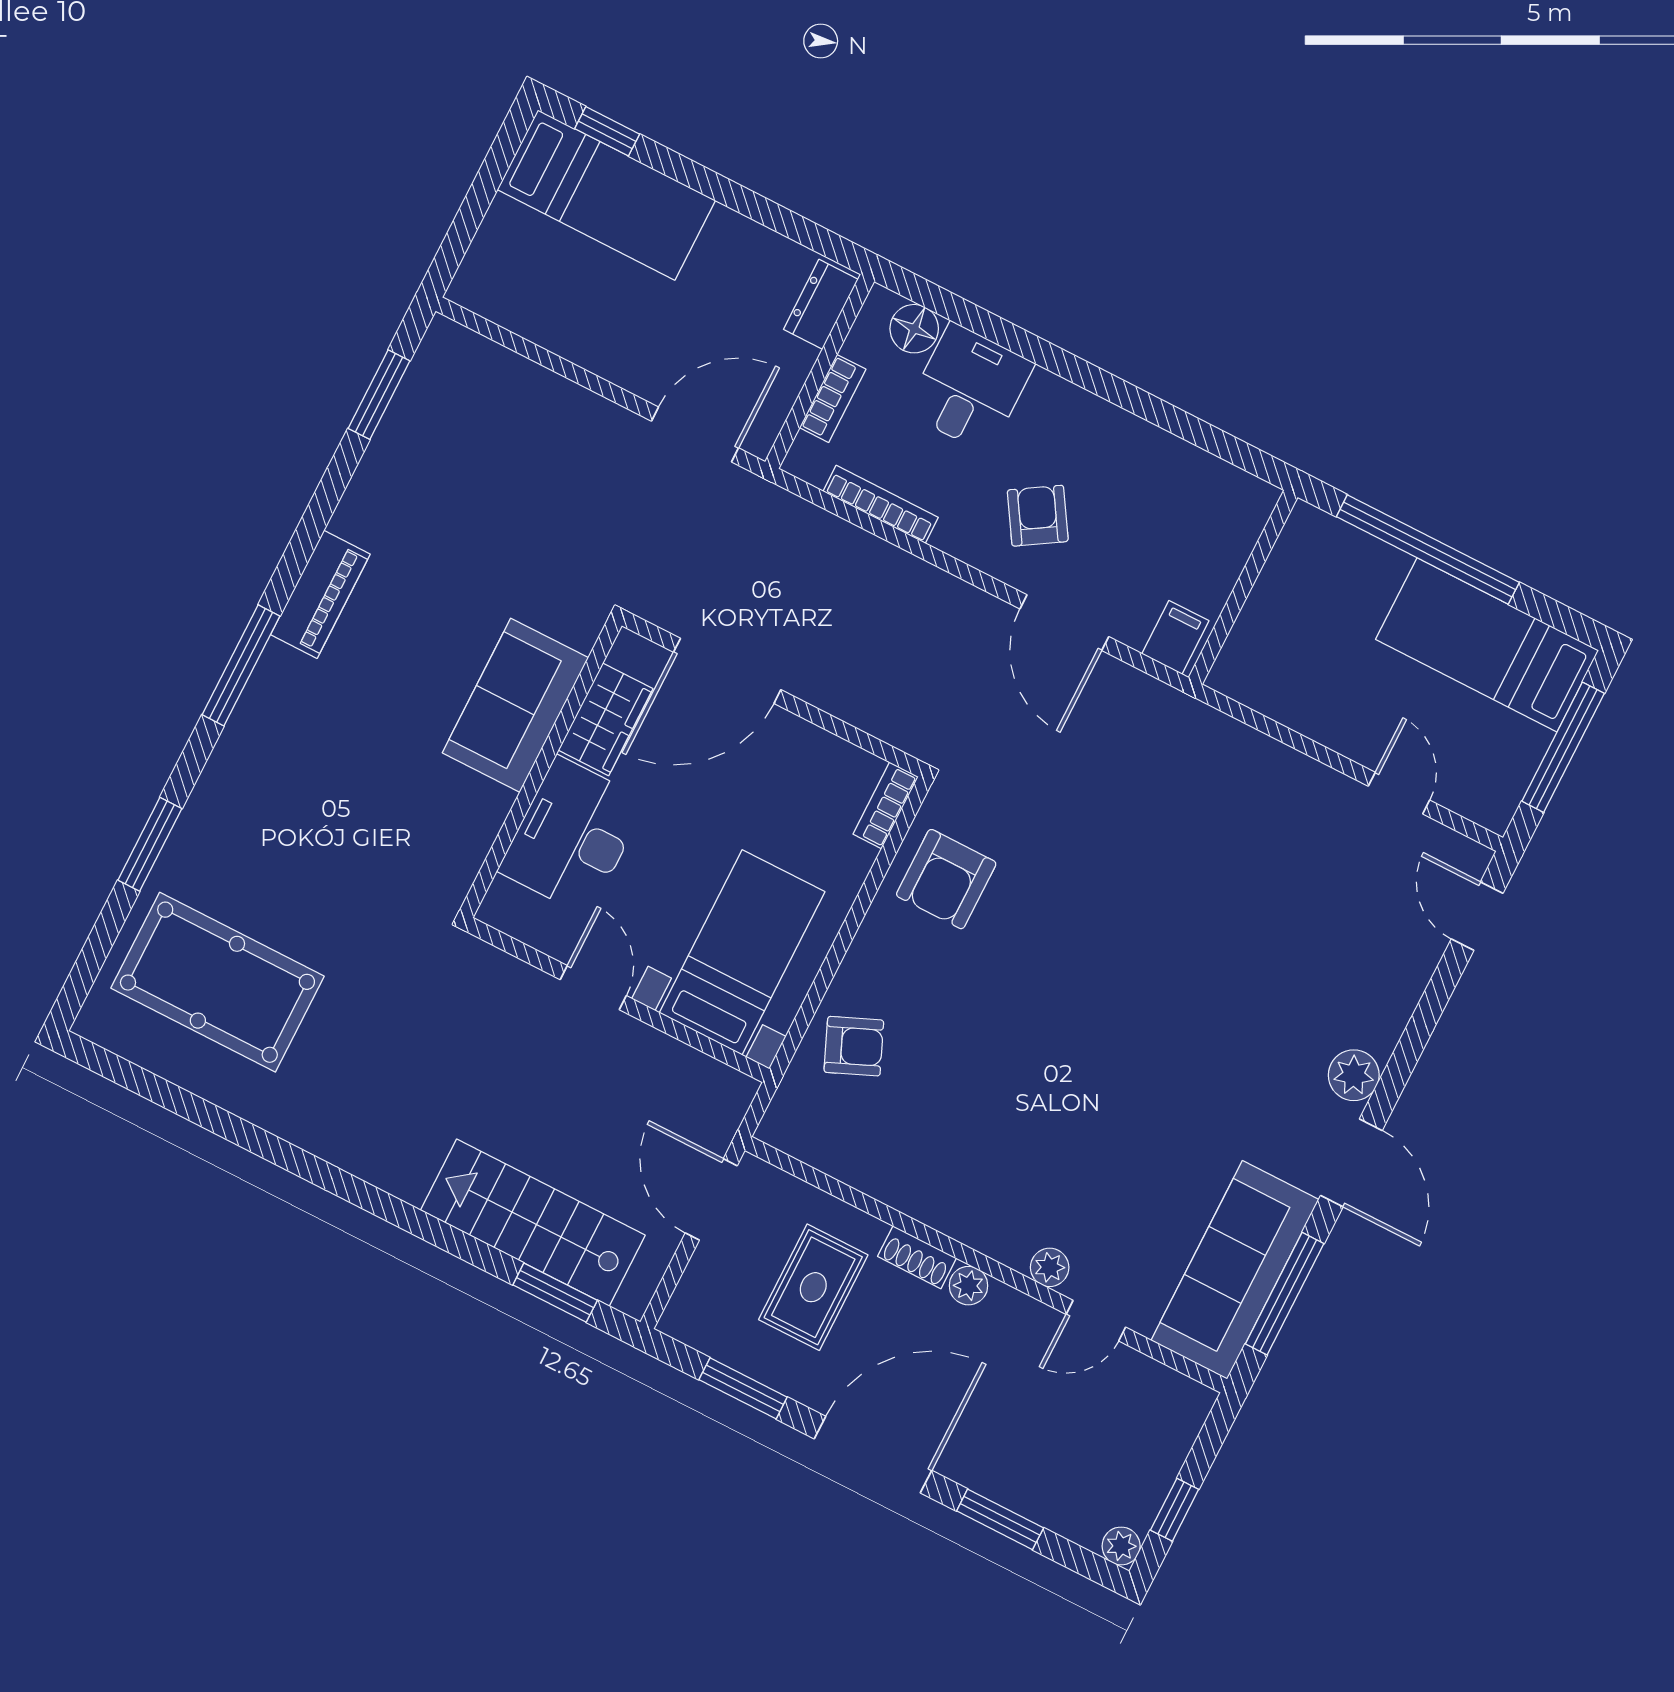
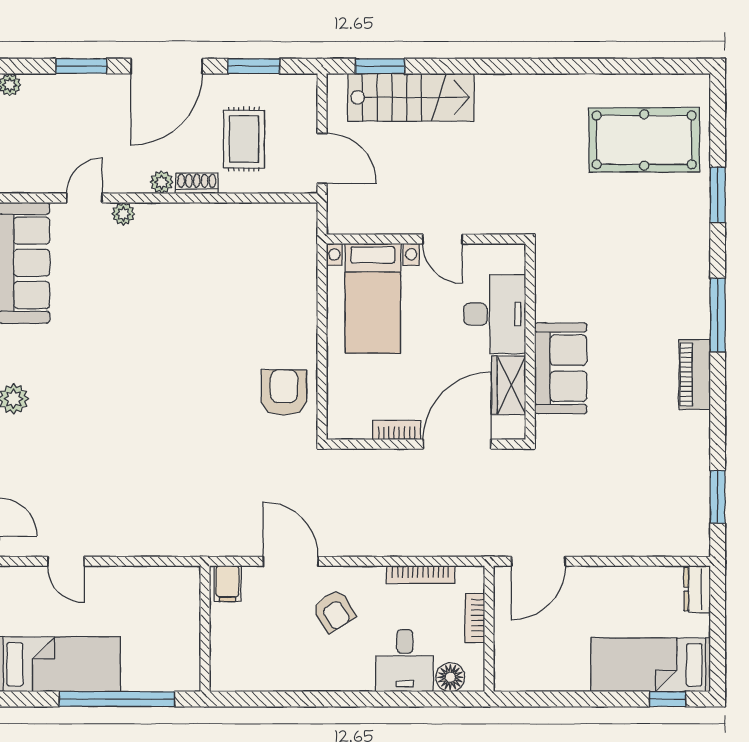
dresser: (821, 304) -> (697, 589), moved, turned 180
bookcase: (886, 805) -> (397, 430), moved, turned -90
armchair: (854, 1046) -> (288, 279), removed

